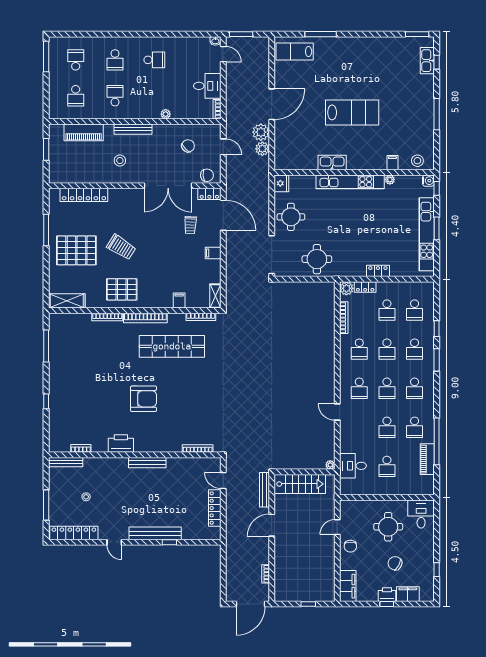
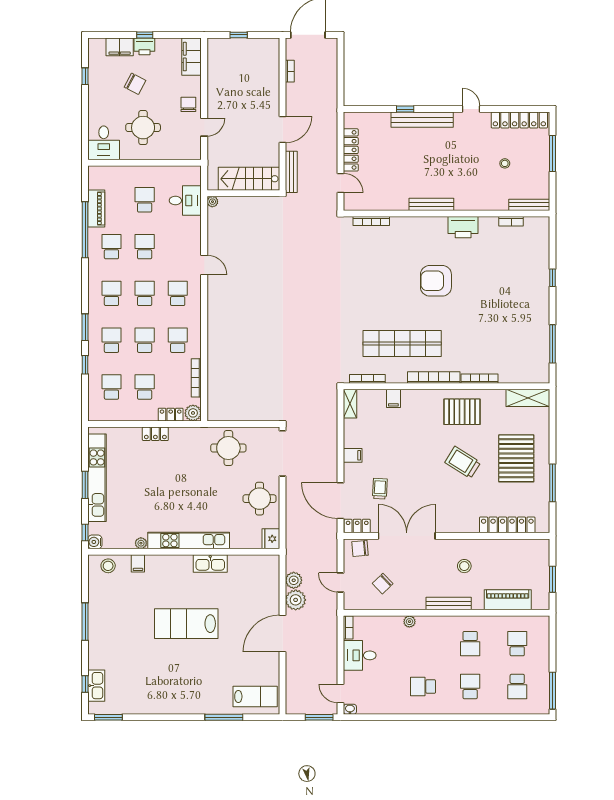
pallet: (76, 250) -> (516, 458), turned 90

